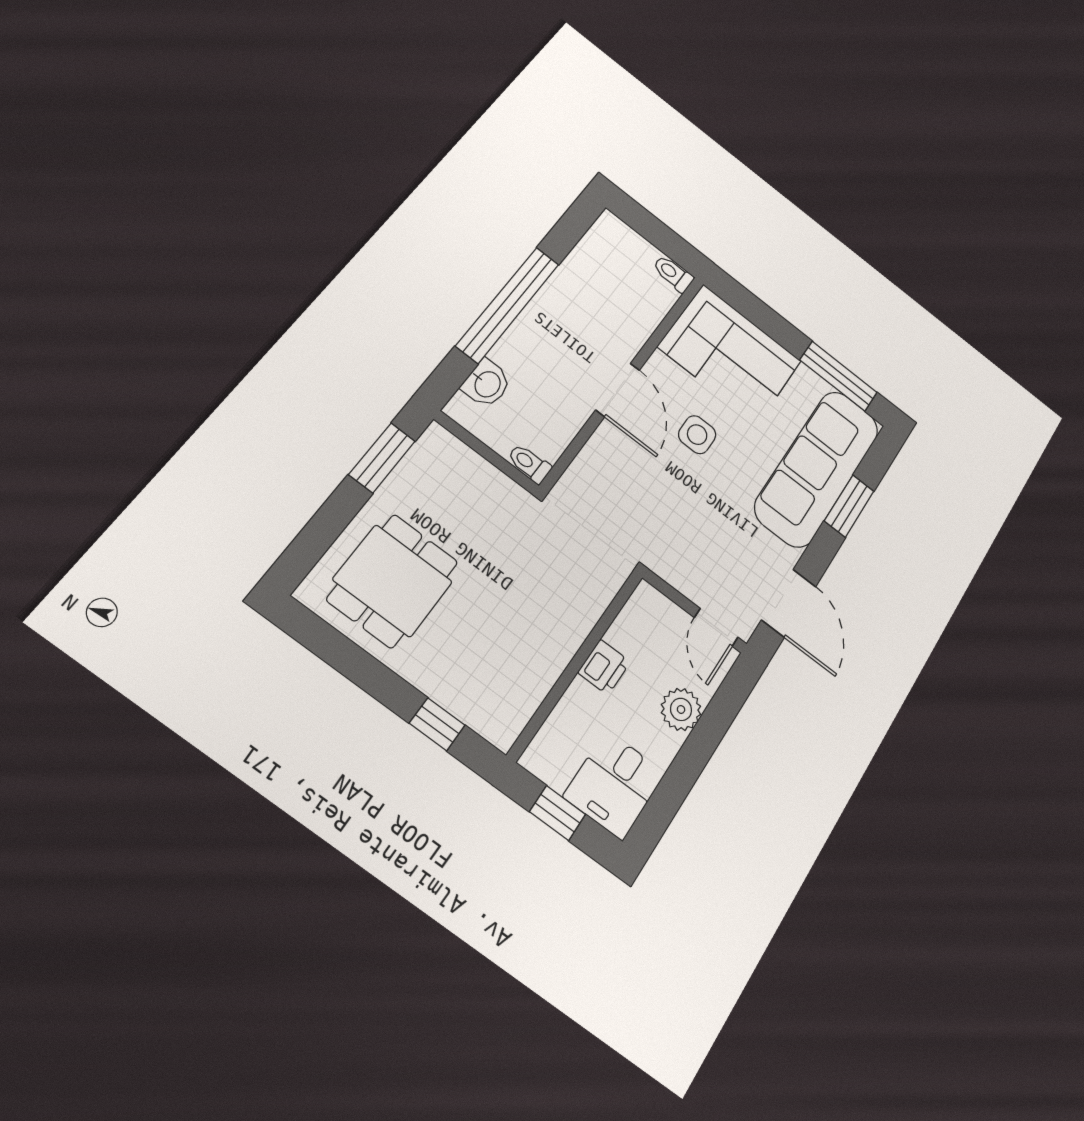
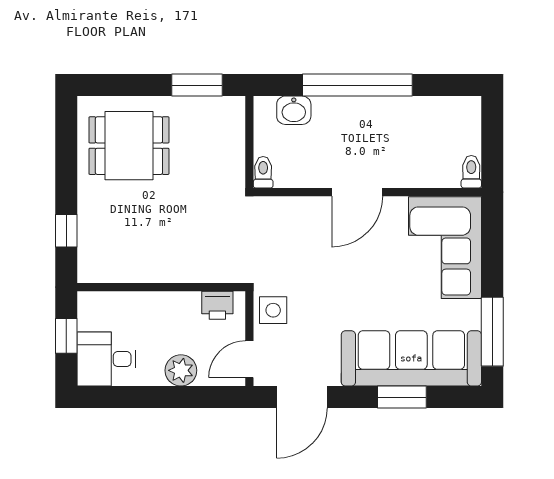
side table: (697, 435) -> (273, 310), moved
printer: (604, 667) -> (217, 305), moved

